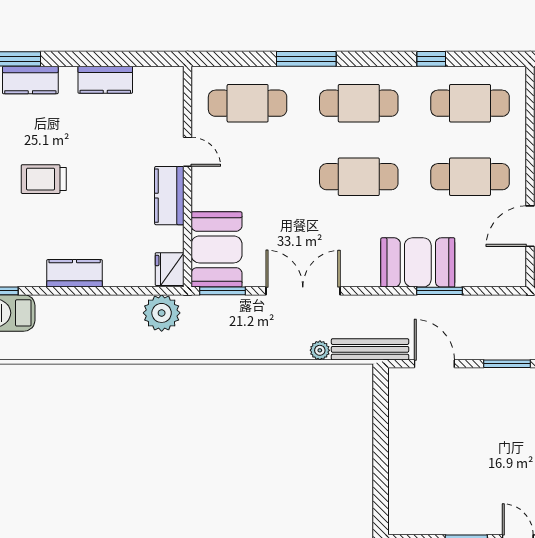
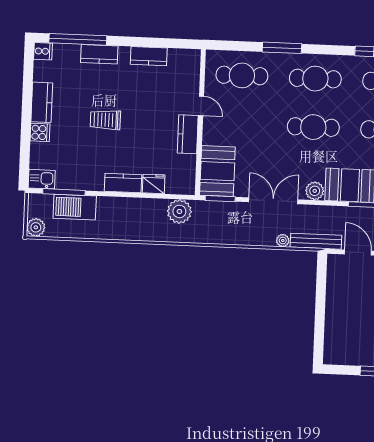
fridge: (170, 269) -> (154, 184), moved, turned 90
plant: (365, 273) -> (315, 191), added

